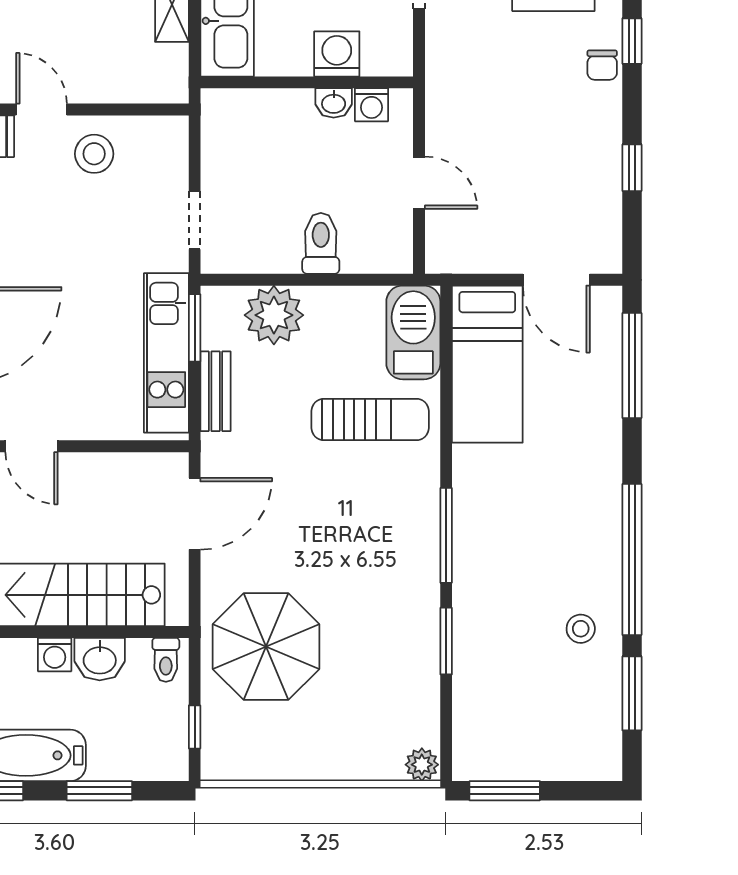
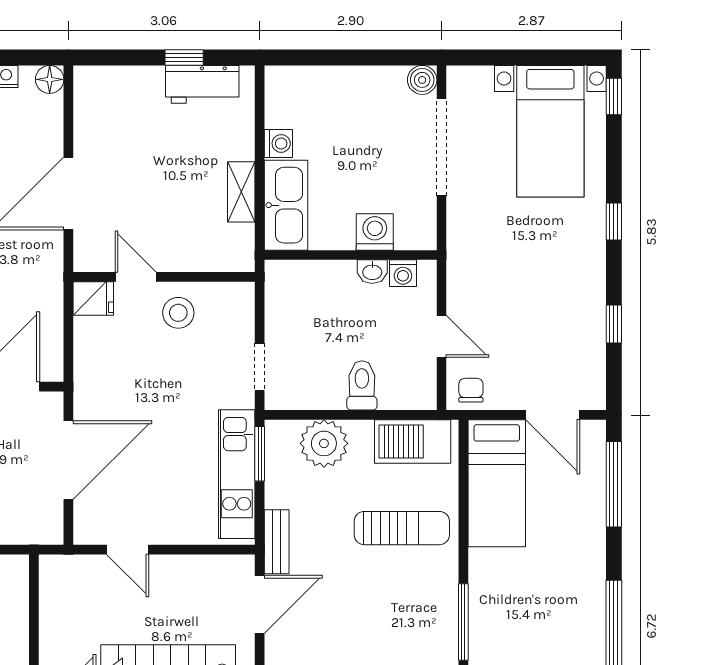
chair: (602, 65) -> (471, 390), moved, turned 180
barbecue: (413, 332) -> (413, 441), moved, turned -90
bench: (216, 391) -> (277, 542), moved

